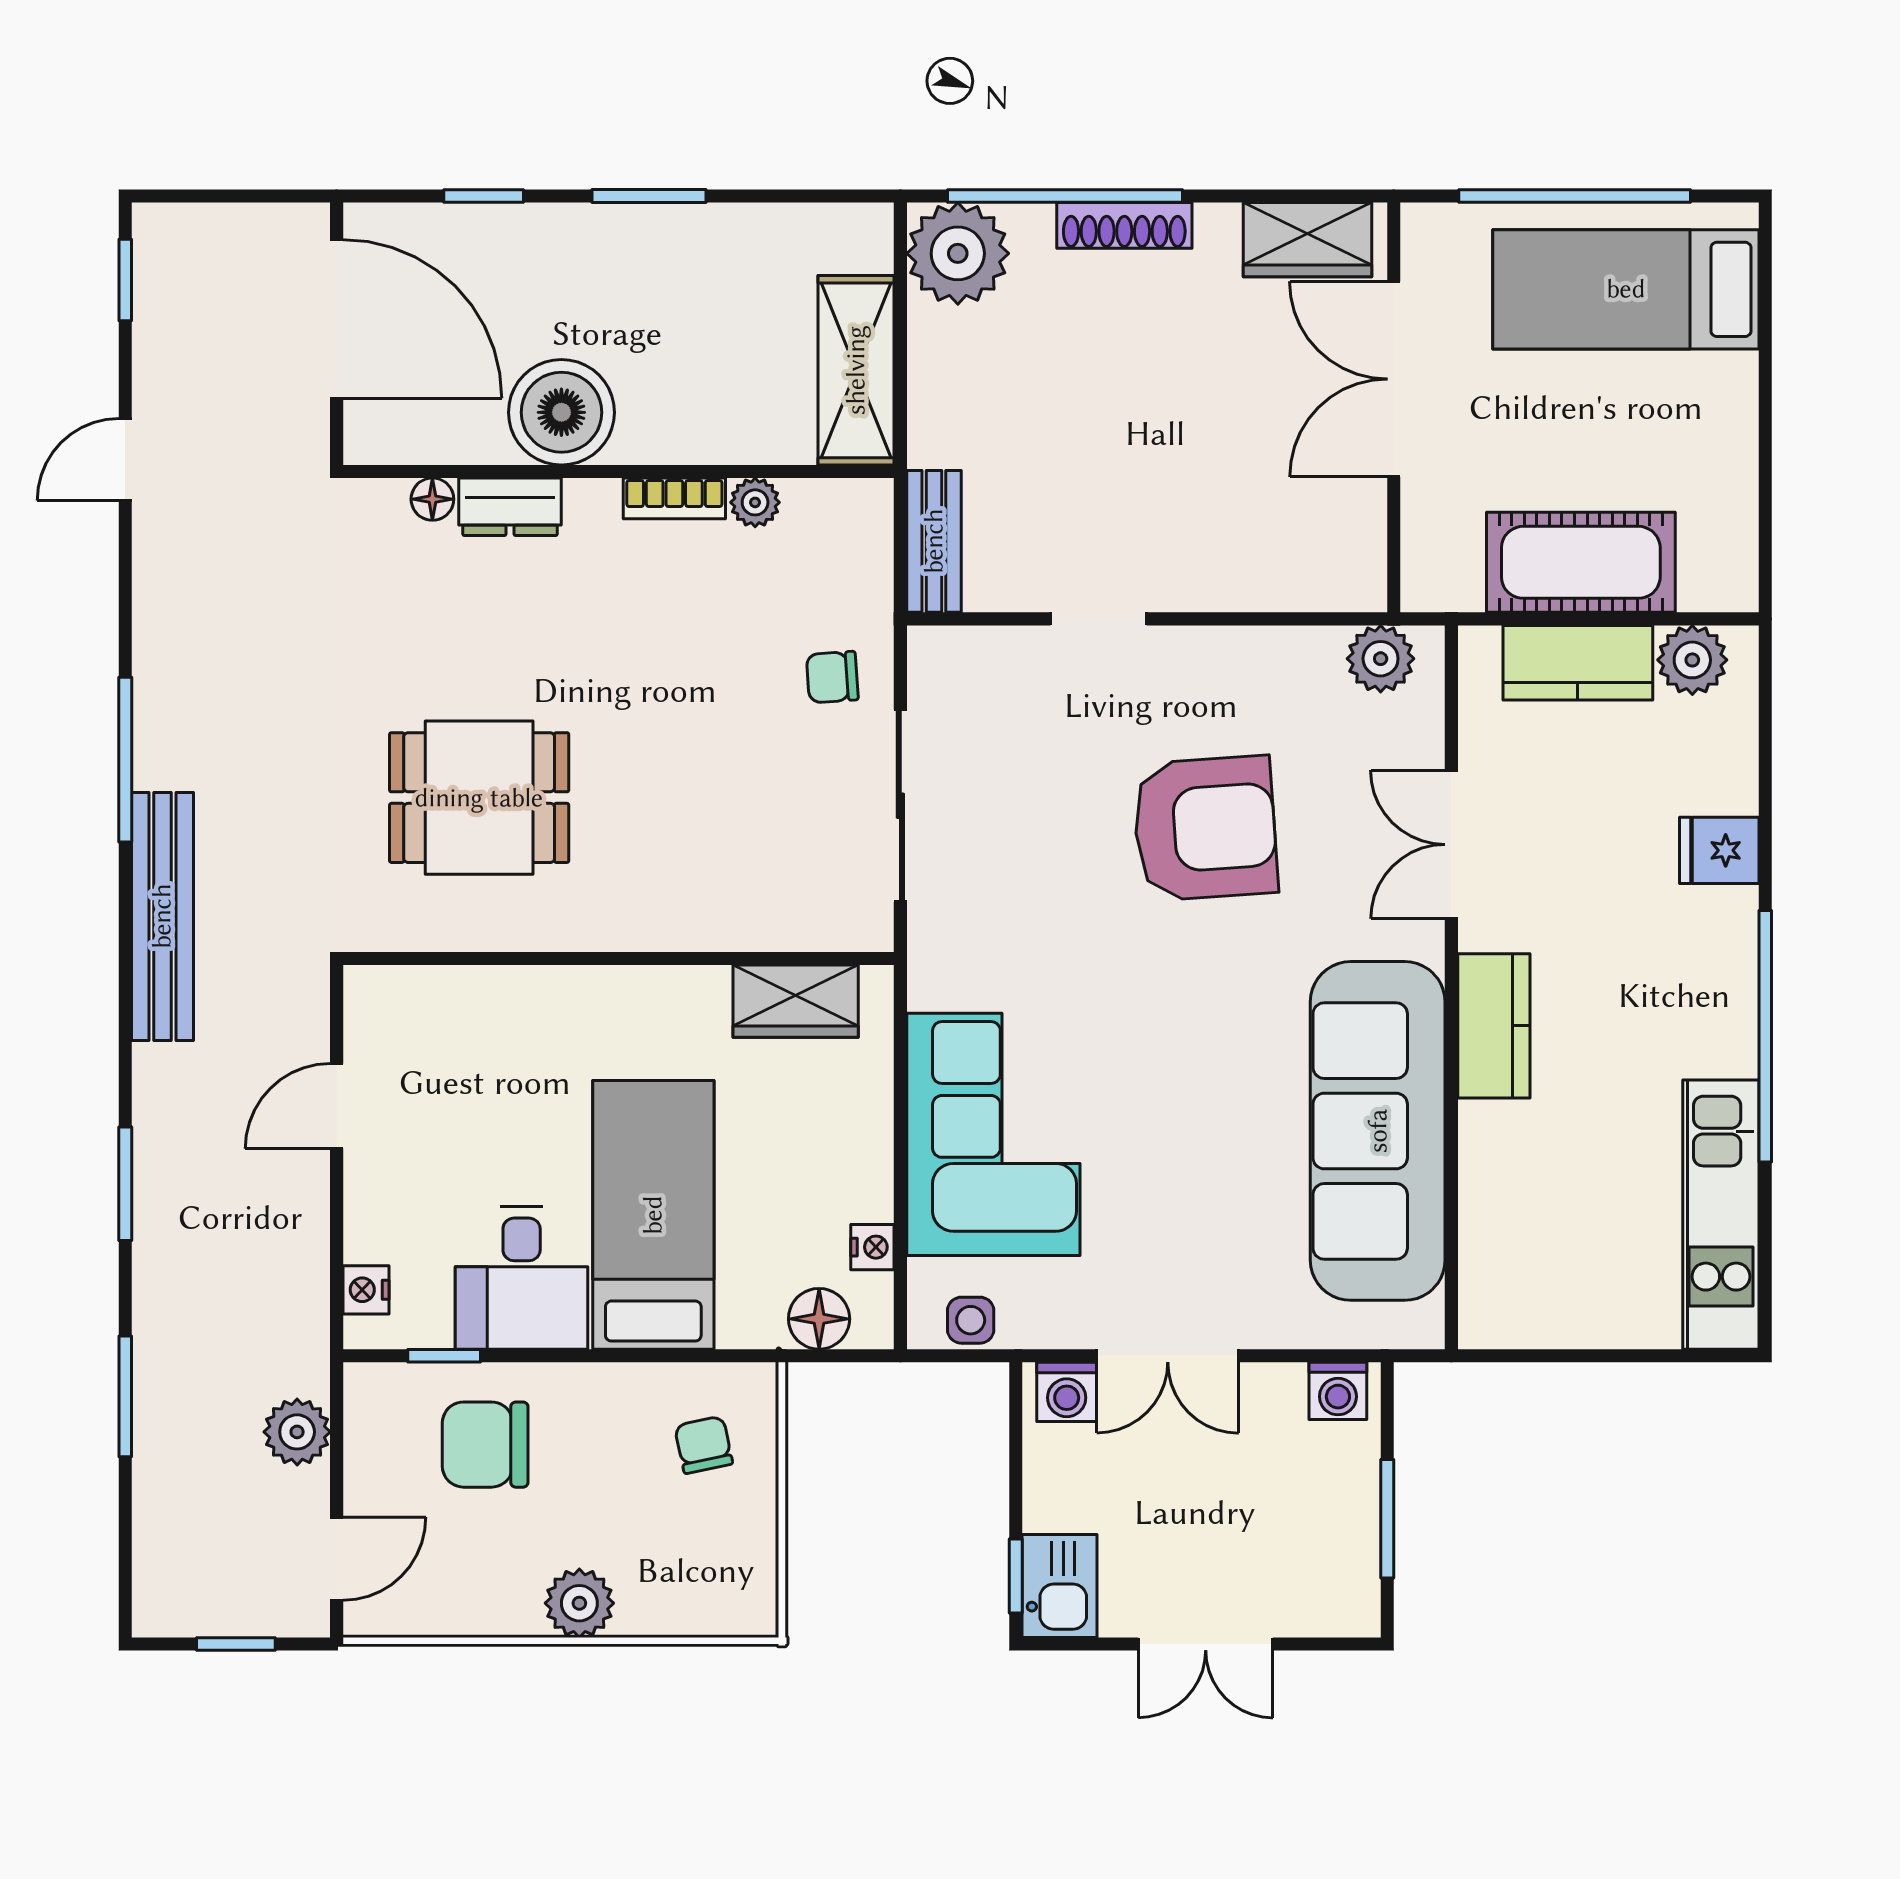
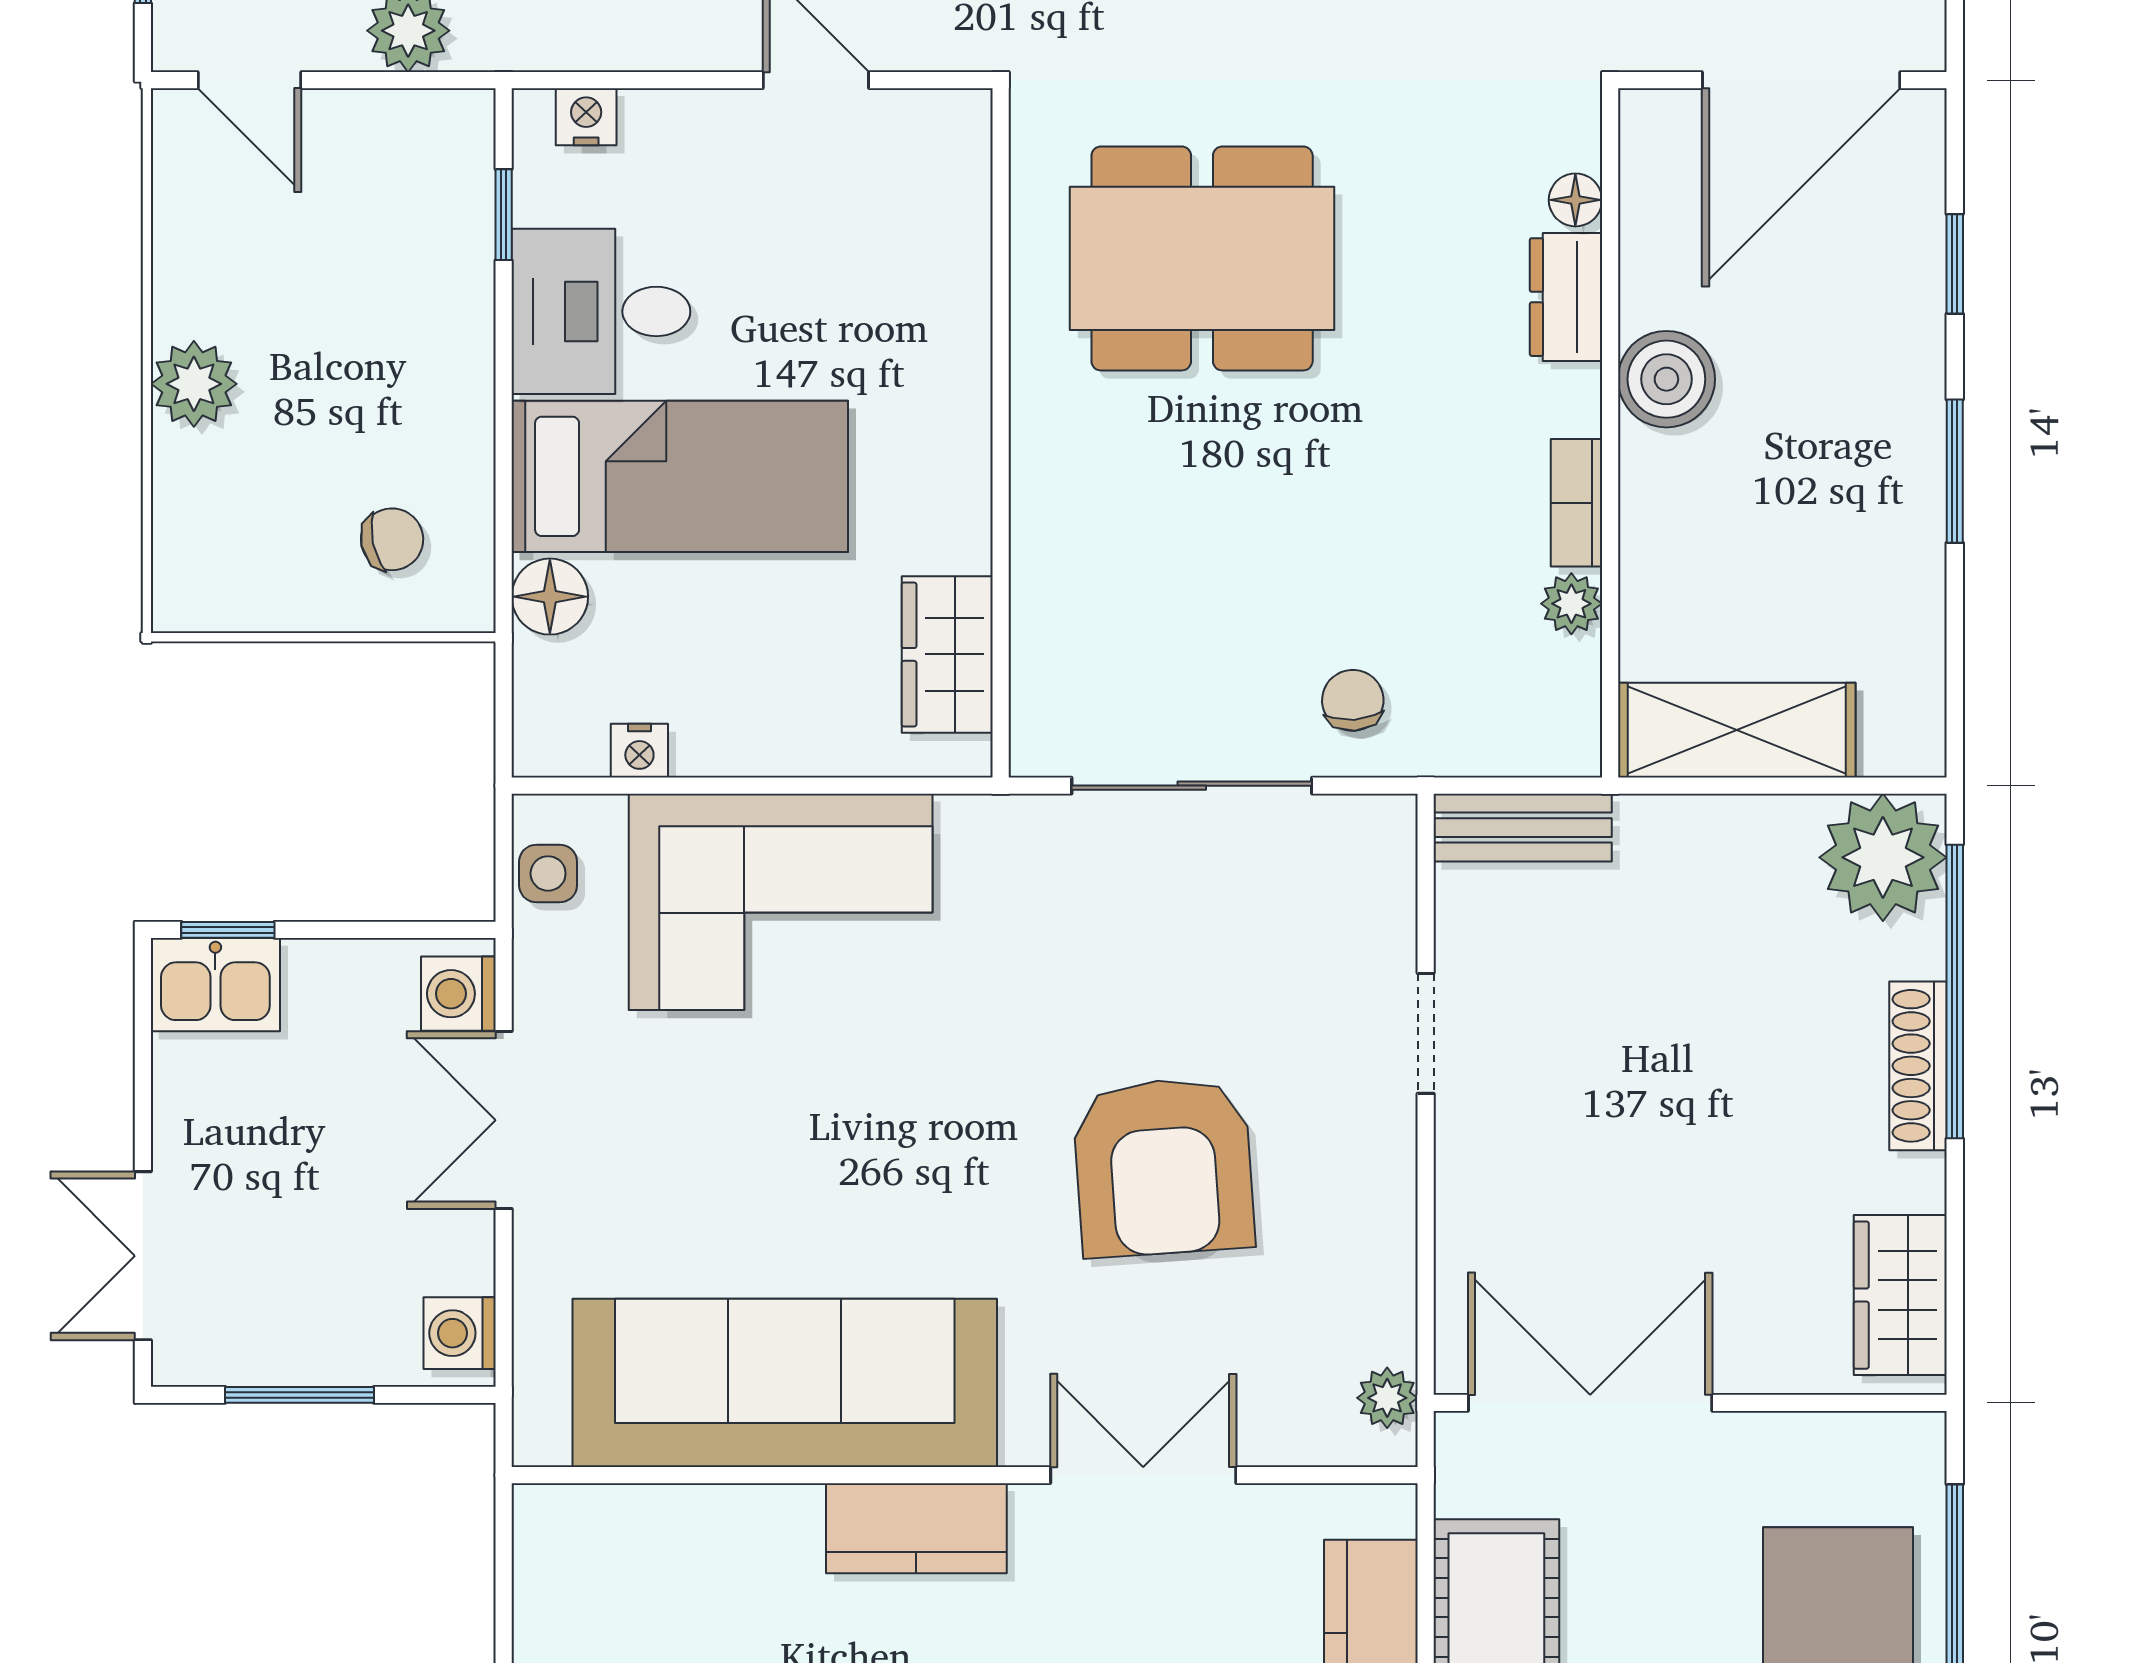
double door: (1394, 379) -> (1590, 1403), moved
boiler: (561, 412) -> (1666, 379), width x0.73, depth x0.73
plant: (1381, 659) -> (1387, 1398), width x0.73, depth x0.73
dining table: (479, 798) -> (1202, 258), width x1.38
floor lamp: (819, 1319) -> (550, 597), moved
chair: (485, 1445) -> (392, 266), removed
double door: (1206, 1644) -> (143, 1256), moved

